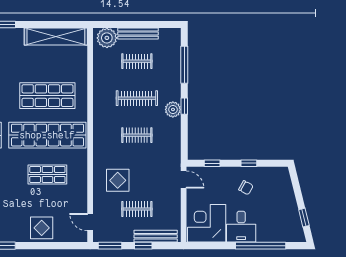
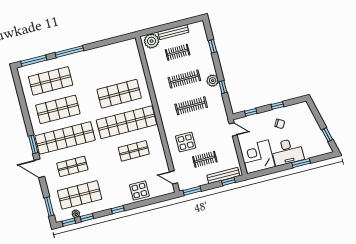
shelving: (56, 37) -> (114, 49), removed
window: (184, 65) -> (212, 46), width x0.46
window: (184, 106) -> (223, 87), moved
clothes rail: (137, 135) -> (191, 106), width x1.36
desk: (241, 227) -> (287, 152), width x1.37
window: (143, 246) -> (228, 181), moved
window: (261, 246) -> (301, 163), width x0.47

